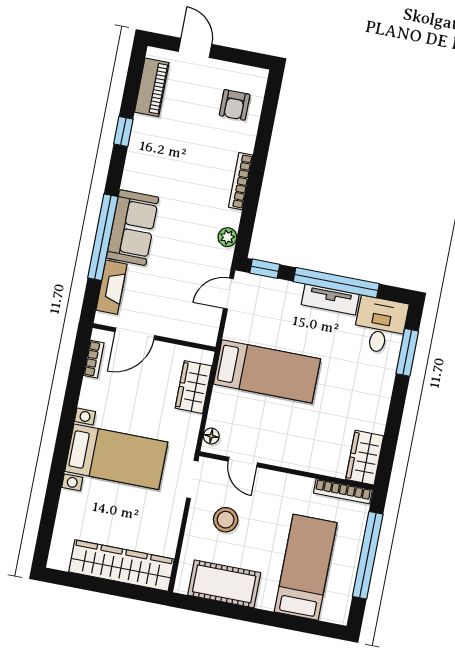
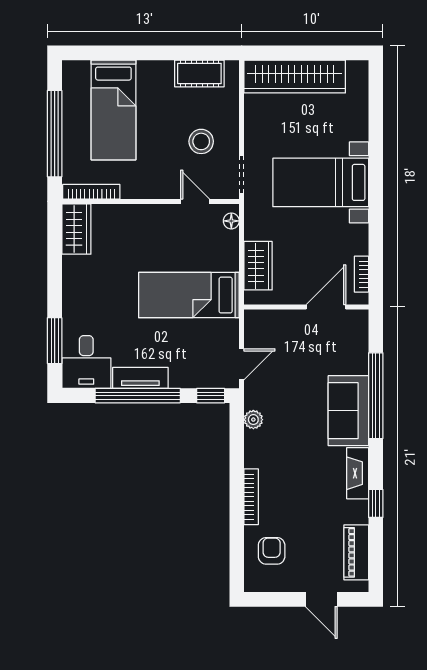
bookcase: (241, 181) -> (251, 497), moved
fireplace: (112, 287) -> (358, 473), moved
cot: (224, 584) -> (199, 73), width x0.73, depth x0.75

